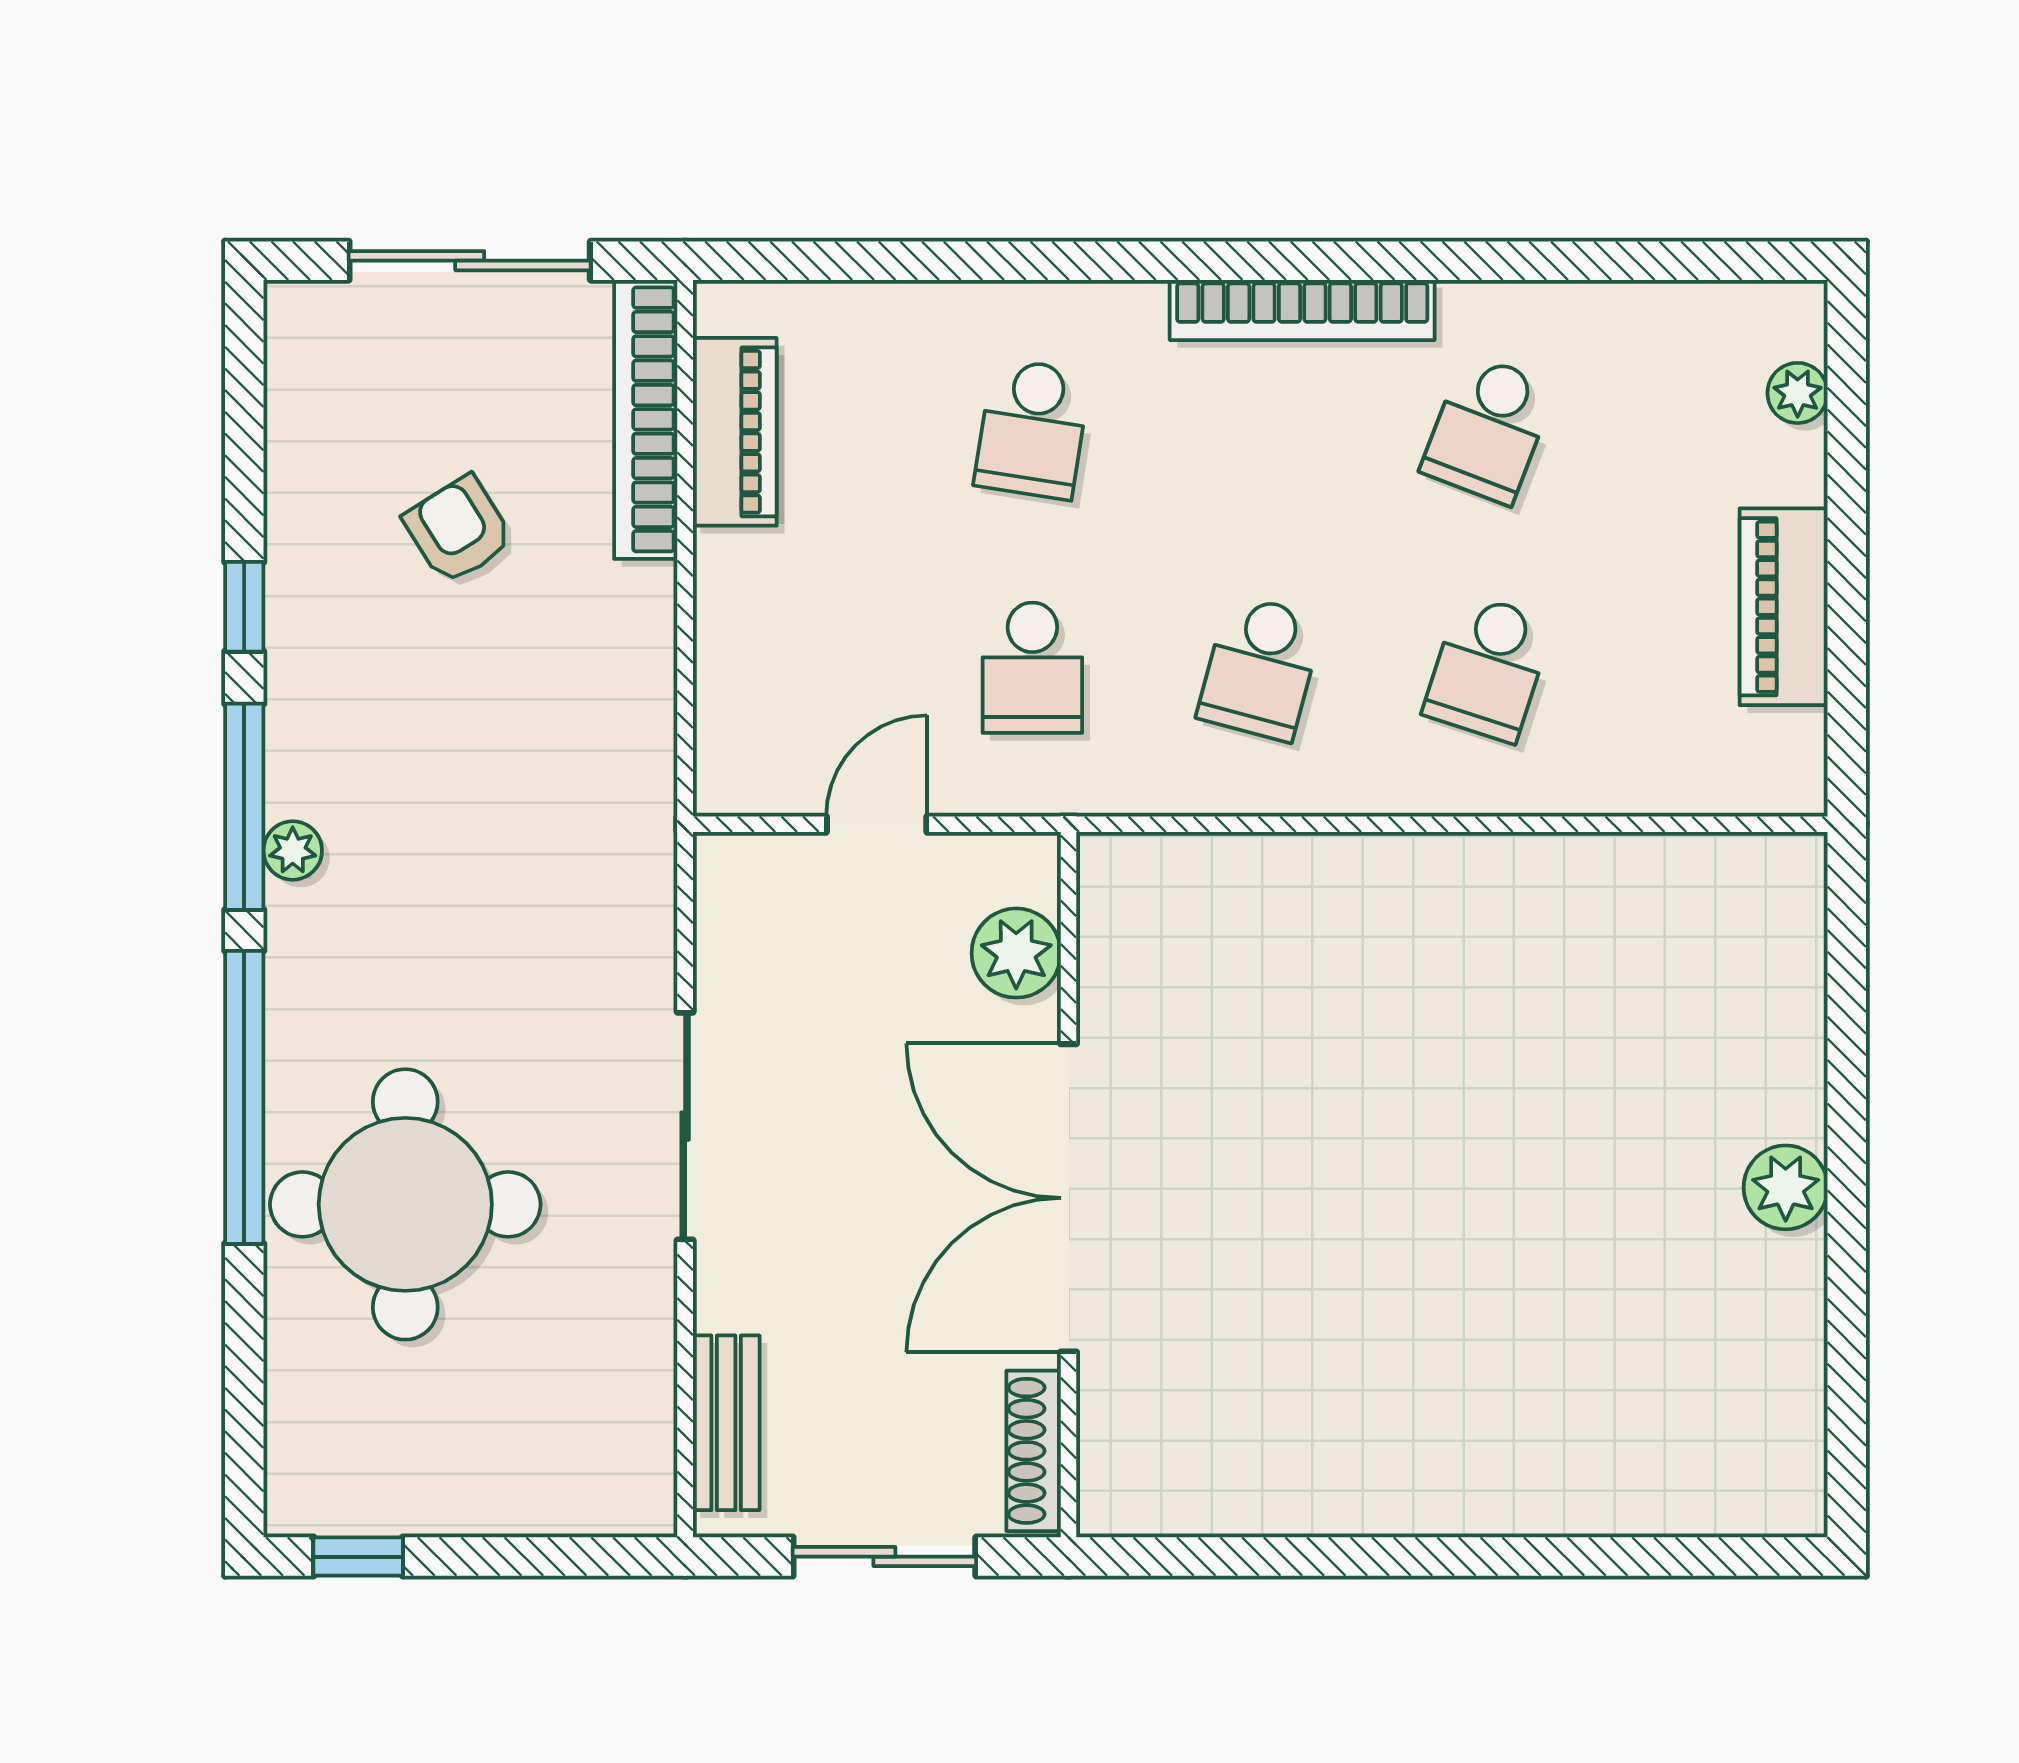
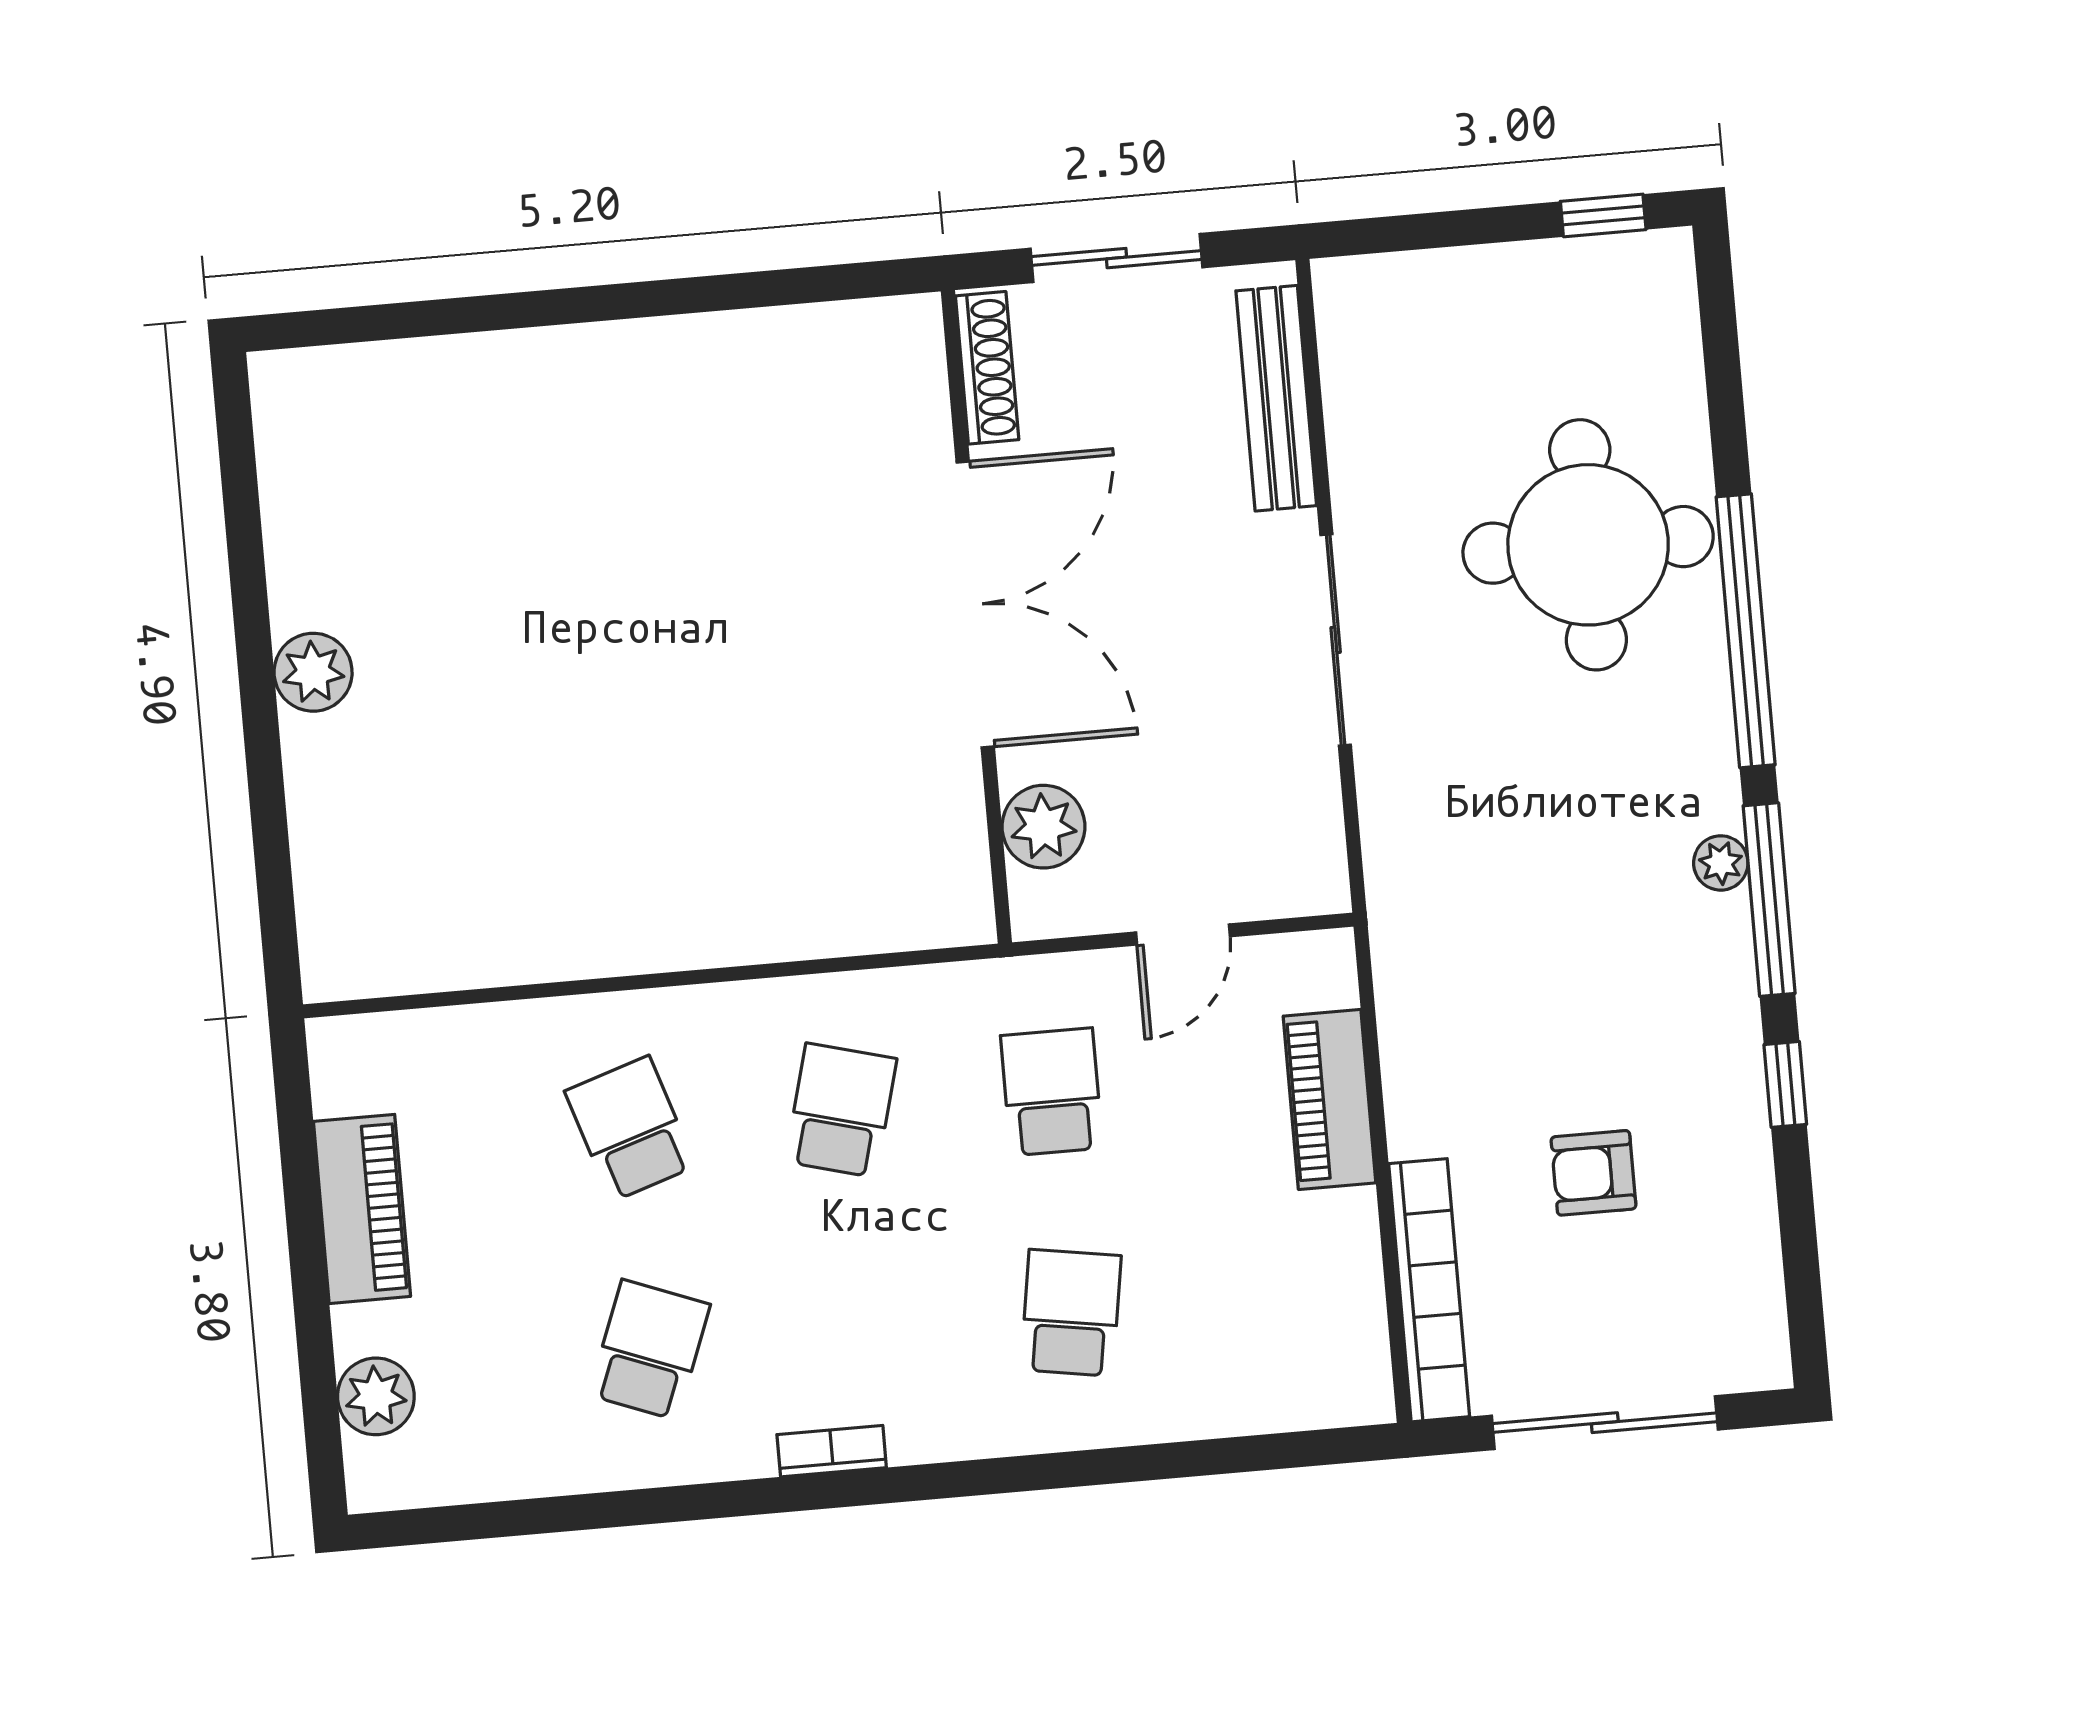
bookcase: (1302, 310) -> (832, 1451), width x0.43, depth x0.76
plant: (1798, 393) -> (376, 1396), width x1.38, depth x1.38
piano: (735, 432) -> (1330, 1099), moved
armchair: (458, 530) -> (1594, 1173), turned 122
school desk: (1488, 668) -> (630, 1129), turned -36
bench: (726, 1423) -> (1276, 398), width x1.36

